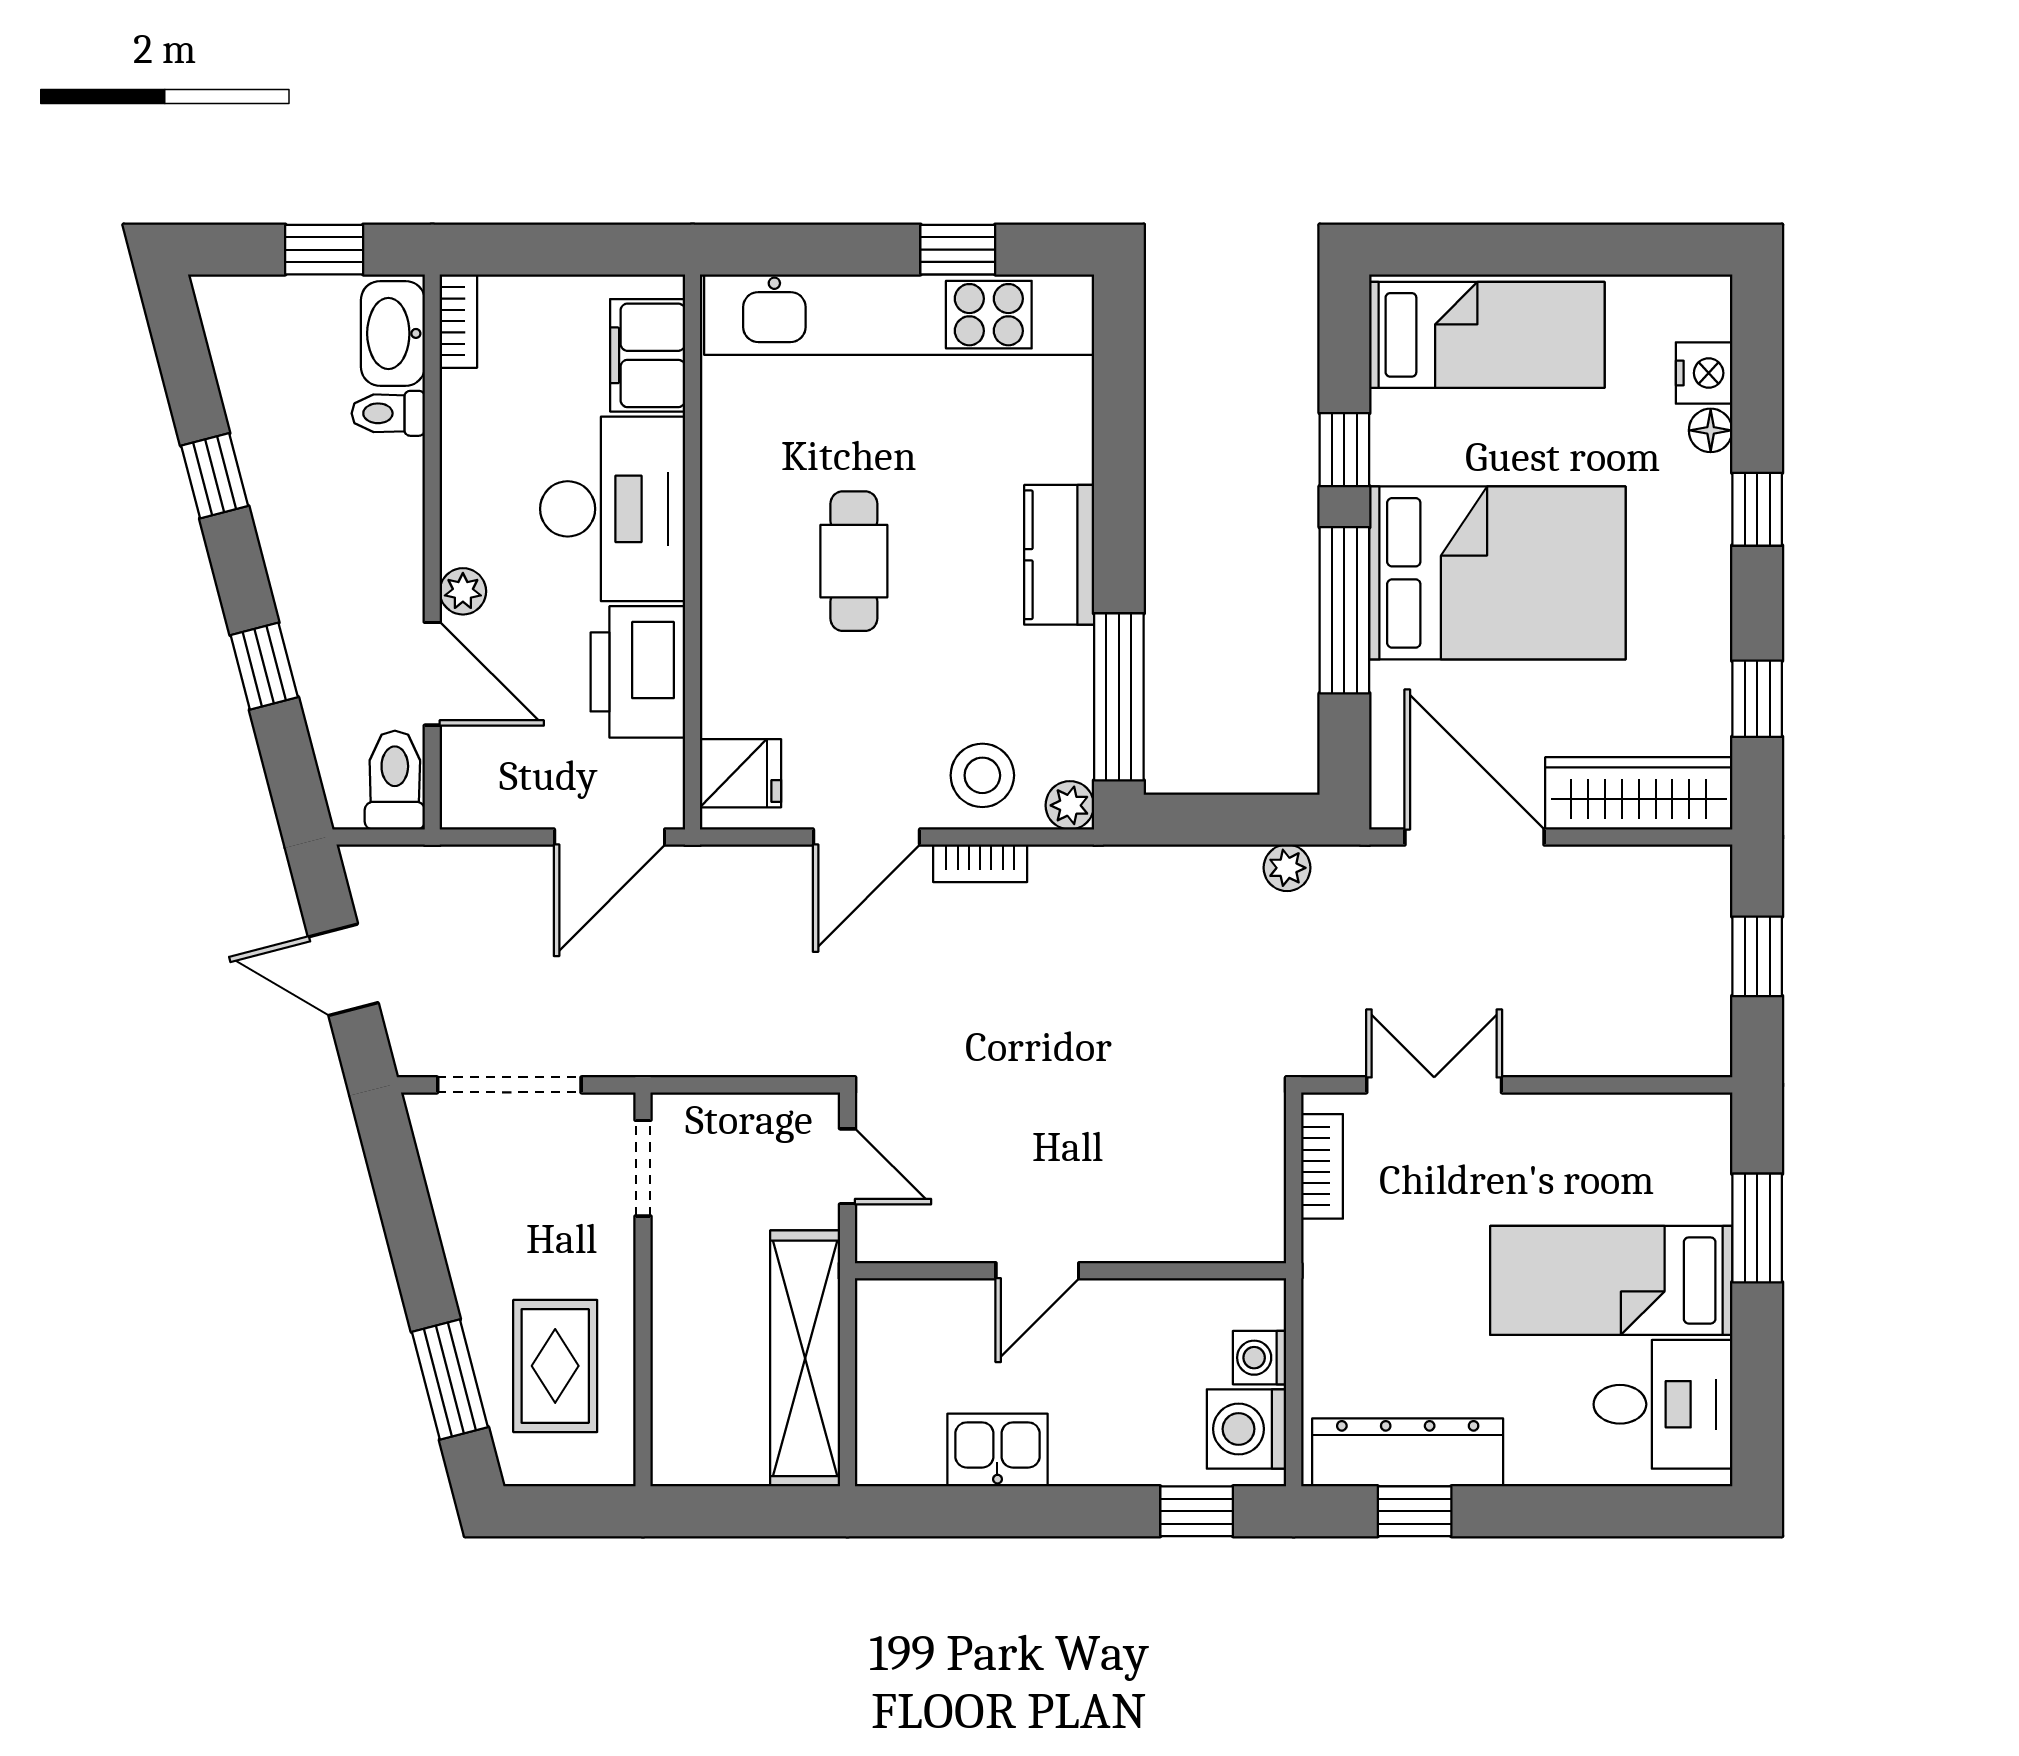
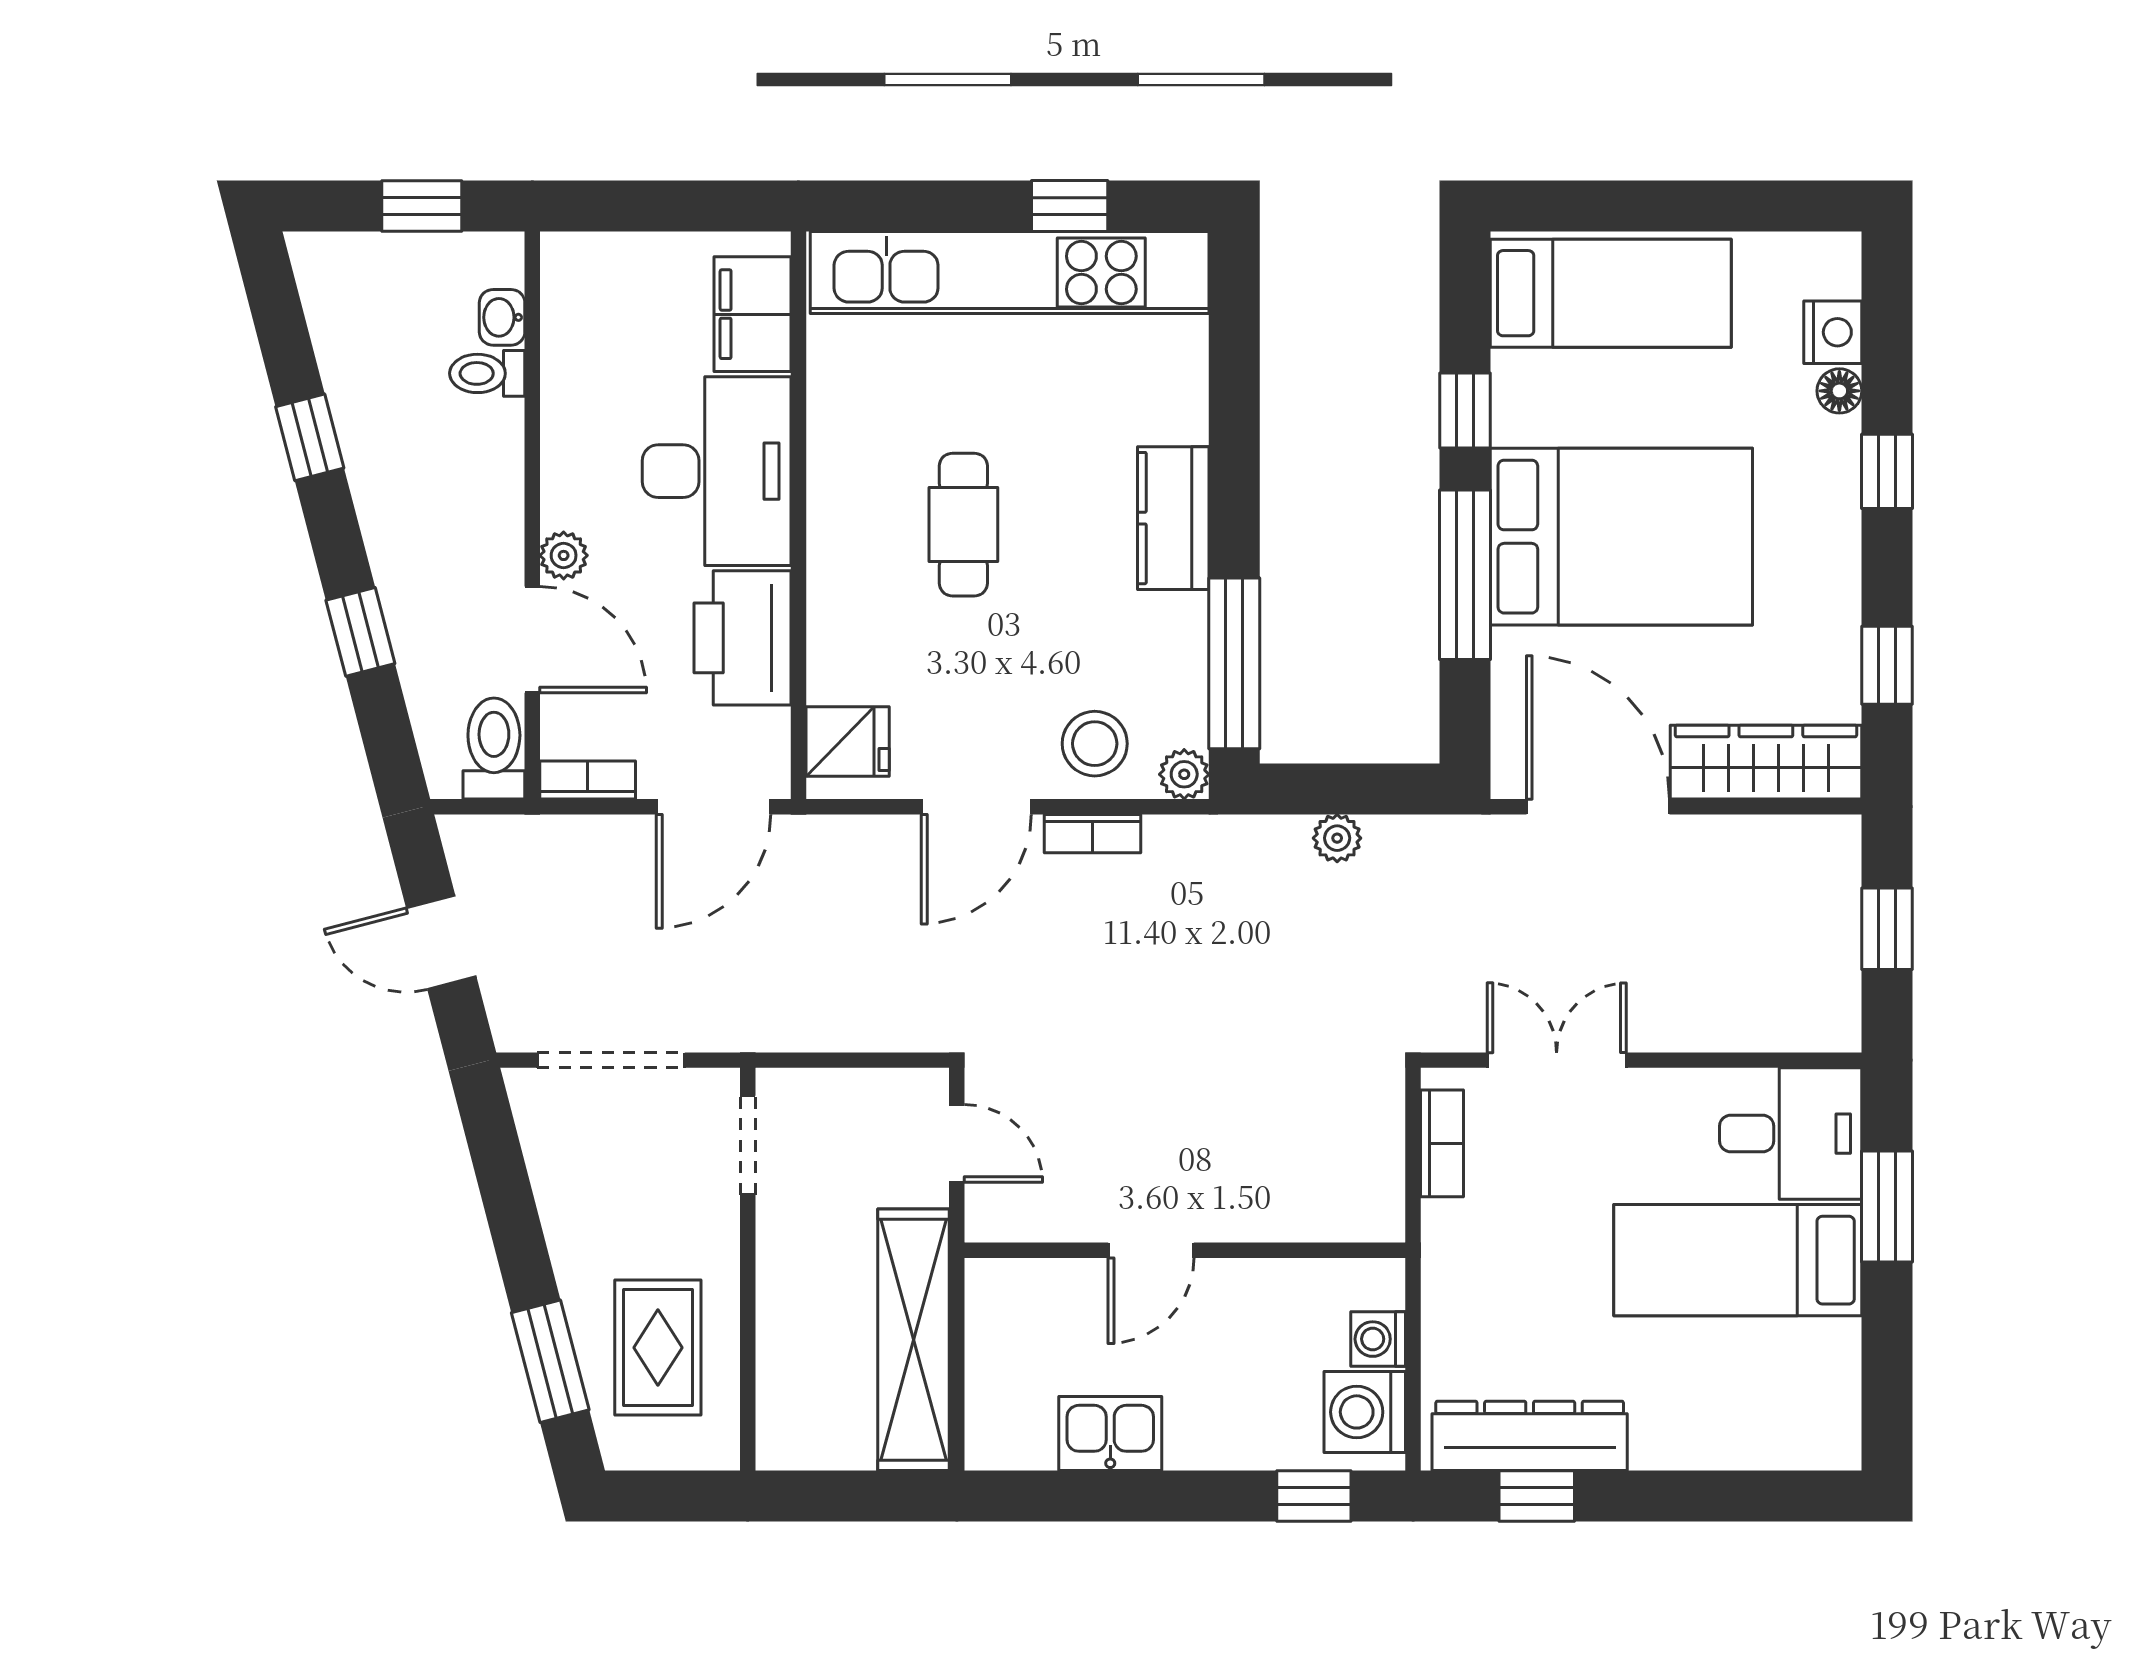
bookcase: (458, 321) -> (588, 780), moved, turned -90
washbasin: (393, 333) -> (502, 317), width x0.52, depth x0.69
plant: (1287, 868) -> (1337, 838), moved
desk: (1663, 1404) -> (1791, 1134), moved

